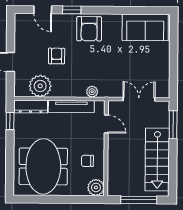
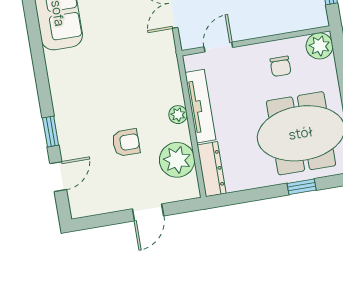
armchair: (89, 29) -> (75, 99), removed
armchair: (57, 56) -> (126, 143), turned 180
plant: (92, 92) -> (178, 115), moved
window: (10, 121) -> (302, 187), moved

